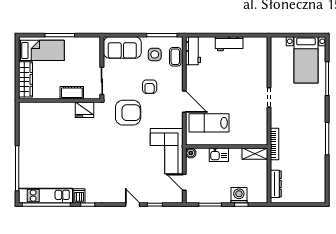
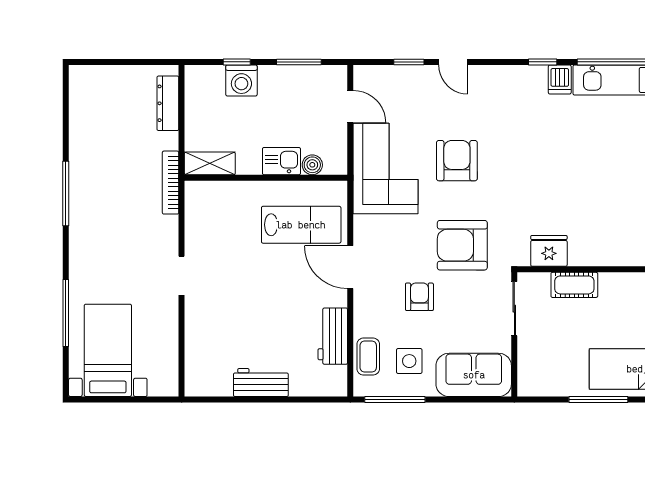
workbench: (193, 51) -> (333, 336), moved
boiler: (191, 153) -> (312, 165), moved
armchair: (131, 155) -> (457, 161), added

